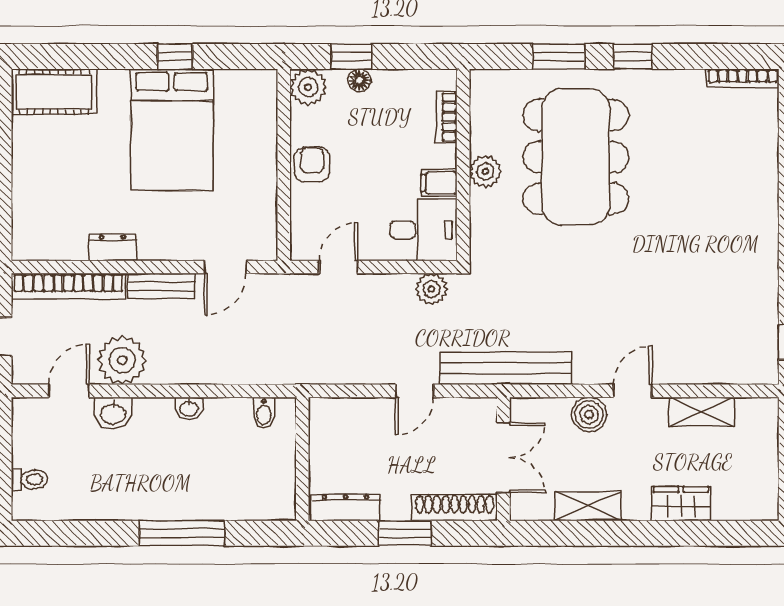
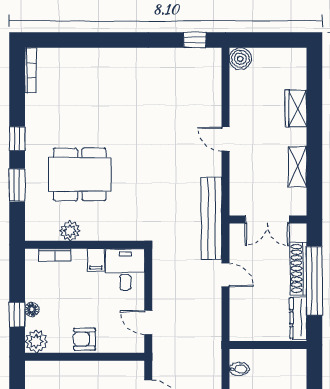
dining table: (576, 157) -> (80, 174), width x0.73, depth x0.80
plant: (485, 171) -> (70, 231), moved
plant: (431, 289) -> (162, 264), removed
shelving: (702, 412) -> (239, 96), removed
boiler: (589, 414) -> (240, 59), moved
double door: (503, 458) -> (267, 220), swing flipped
shoe rack: (455, 508) -> (298, 268), moved
window: (405, 533) -> (314, 281), width x2.11

